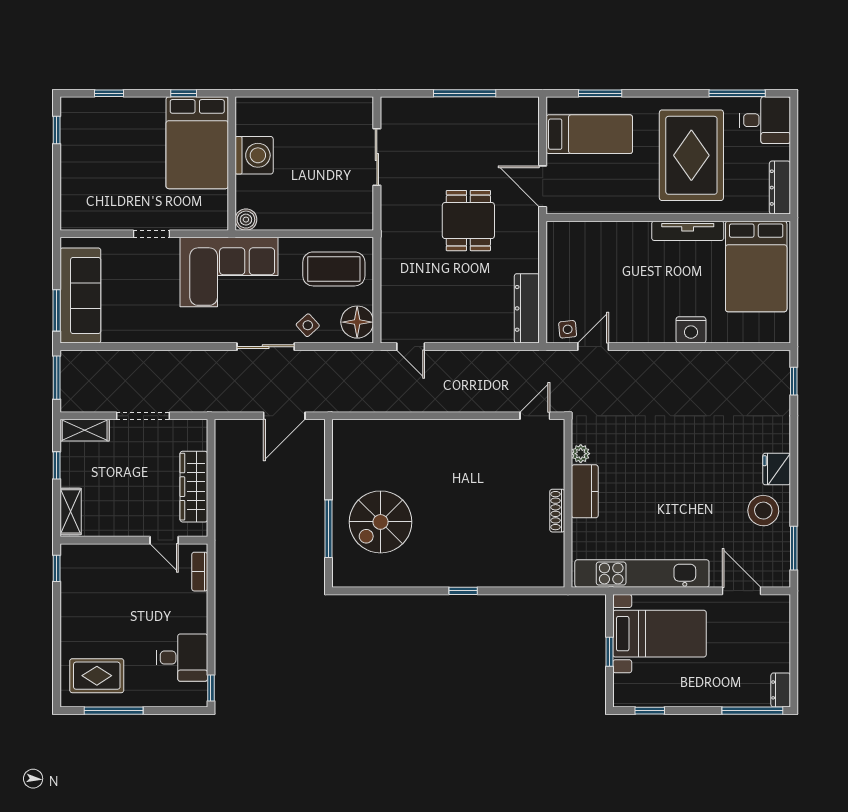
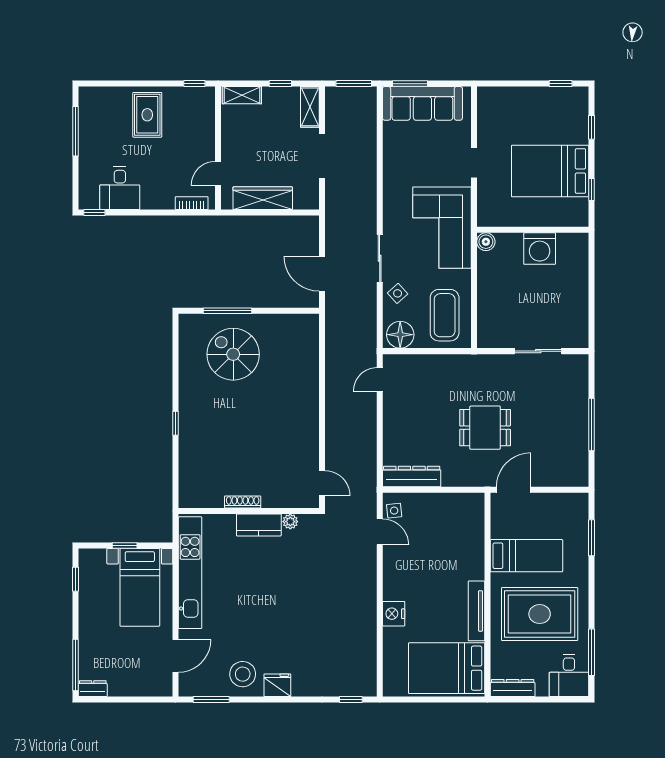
bed: (589, 134) -> (526, 556), moved, turned -90
bed: (197, 143) -> (550, 171), moved
rug: (97, 676) -> (147, 115), moved

